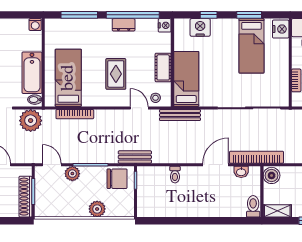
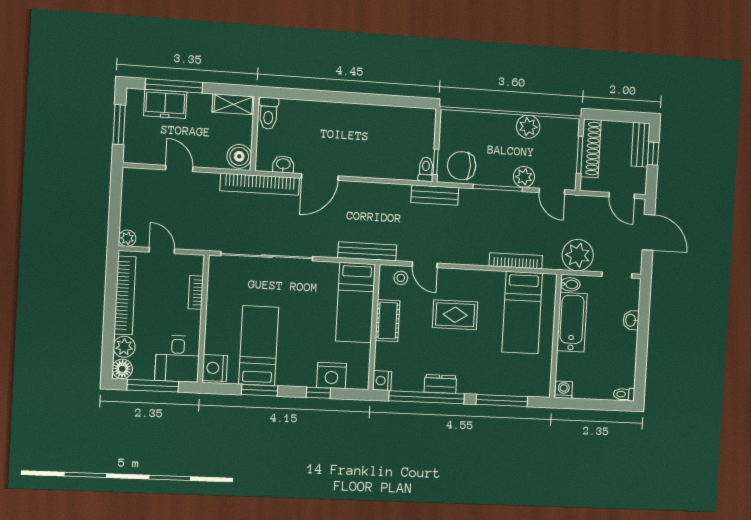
rug: (116, 74) -> (455, 315), turned 90
toilet: (175, 175) -> (426, 169), moved
plant: (97, 209) -> (528, 127), moved

